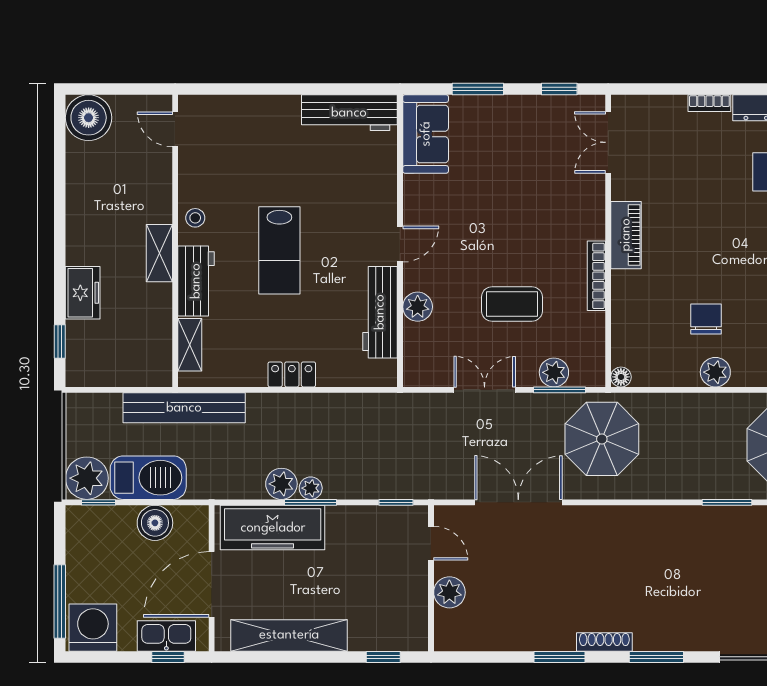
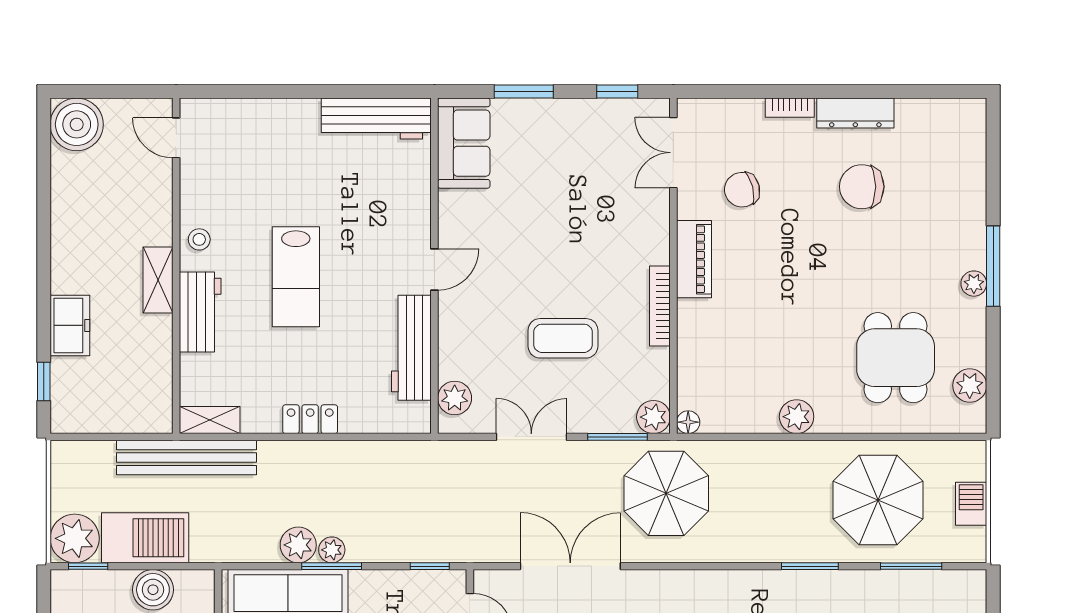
plant: (418, 307) -> (455, 398), moved
chair: (706, 319) -> (742, 190), moved, turned -104
shelving: (190, 345) -> (210, 420), moved, turned 90
plant: (554, 372) -> (653, 417), moved

